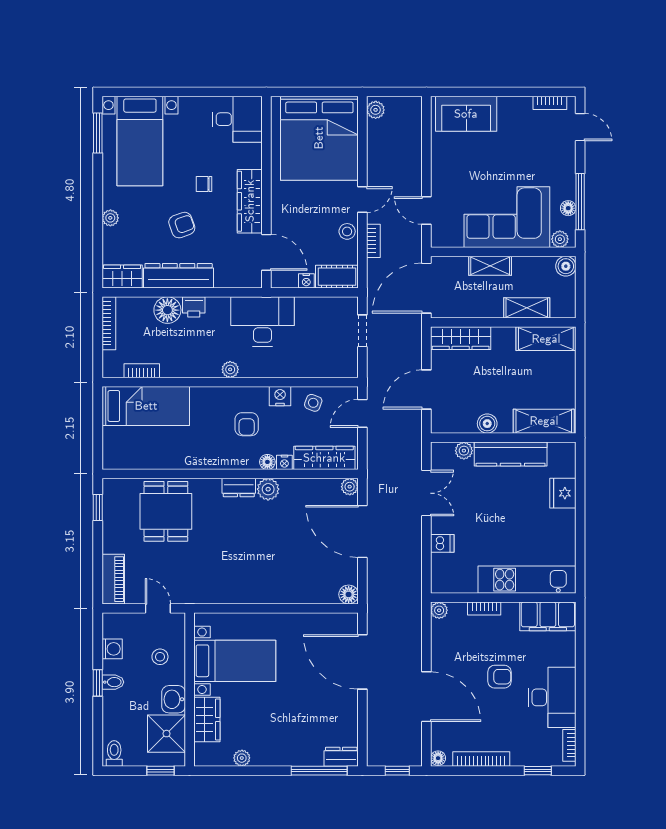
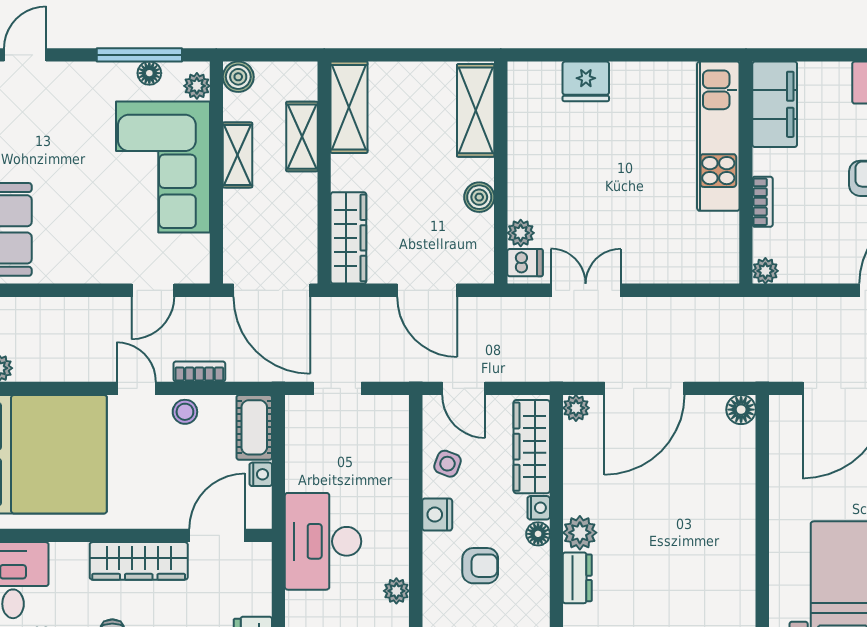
shelving: (490, 266) -> (238, 155), moved
kitchen counter: (511, 454) -> (526, 161), removed
dishwasher: (442, 543) -> (525, 263), moved, turned 90

